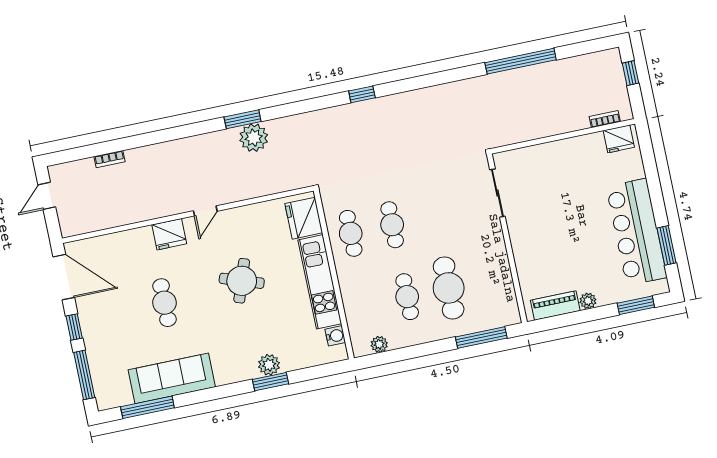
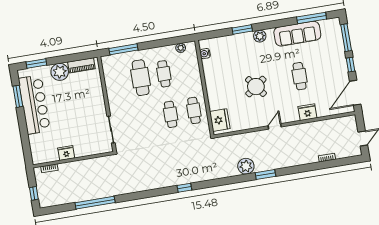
window: (243, 119) -> (265, 174), moved
fridge: (619, 139) -> (66, 153), moved
fridge: (169, 234) -> (307, 112), moved
door: (64, 277) -> (355, 93), hinge flipped
round table: (242, 281) -> (256, 87), turned 34
kitchen unit: (320, 282) -> (212, 84), removed
plant: (588, 301) -> (60, 72), width x1.88, depth x1.88
plant: (269, 365) -> (260, 36), moved

